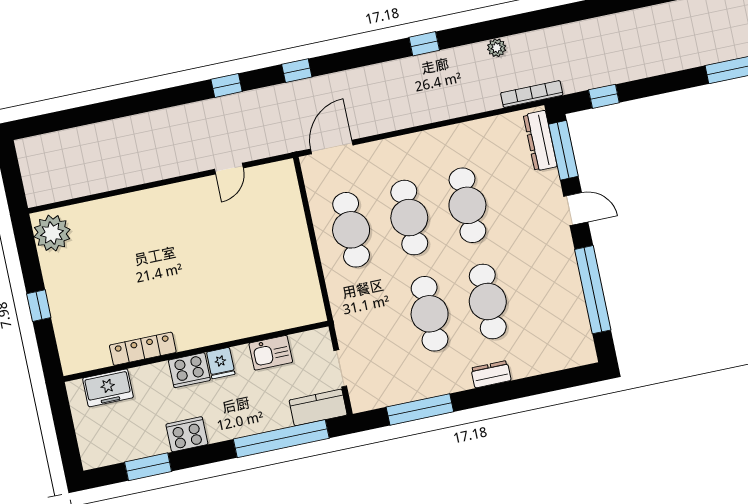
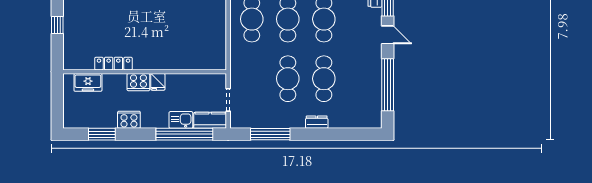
kitchen sink: (271, 353) -> (181, 120), moved, turned 180

